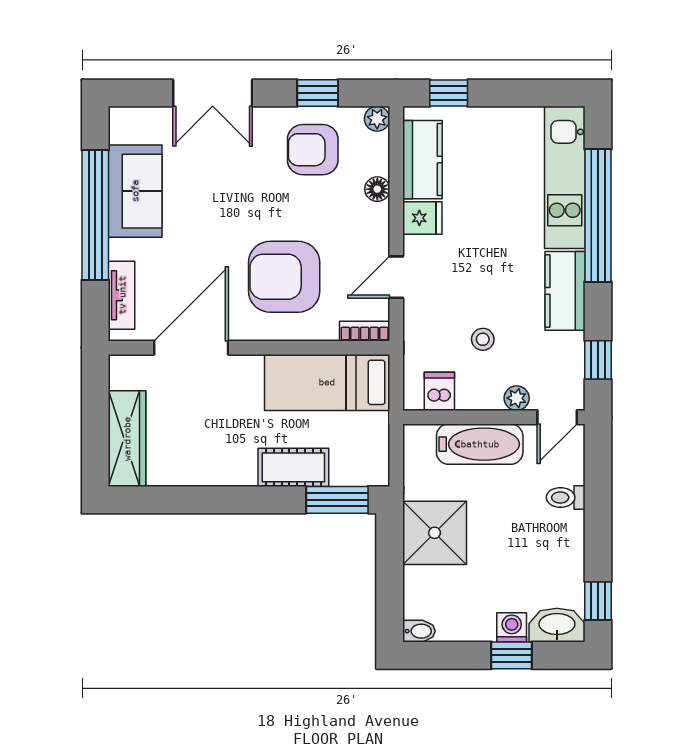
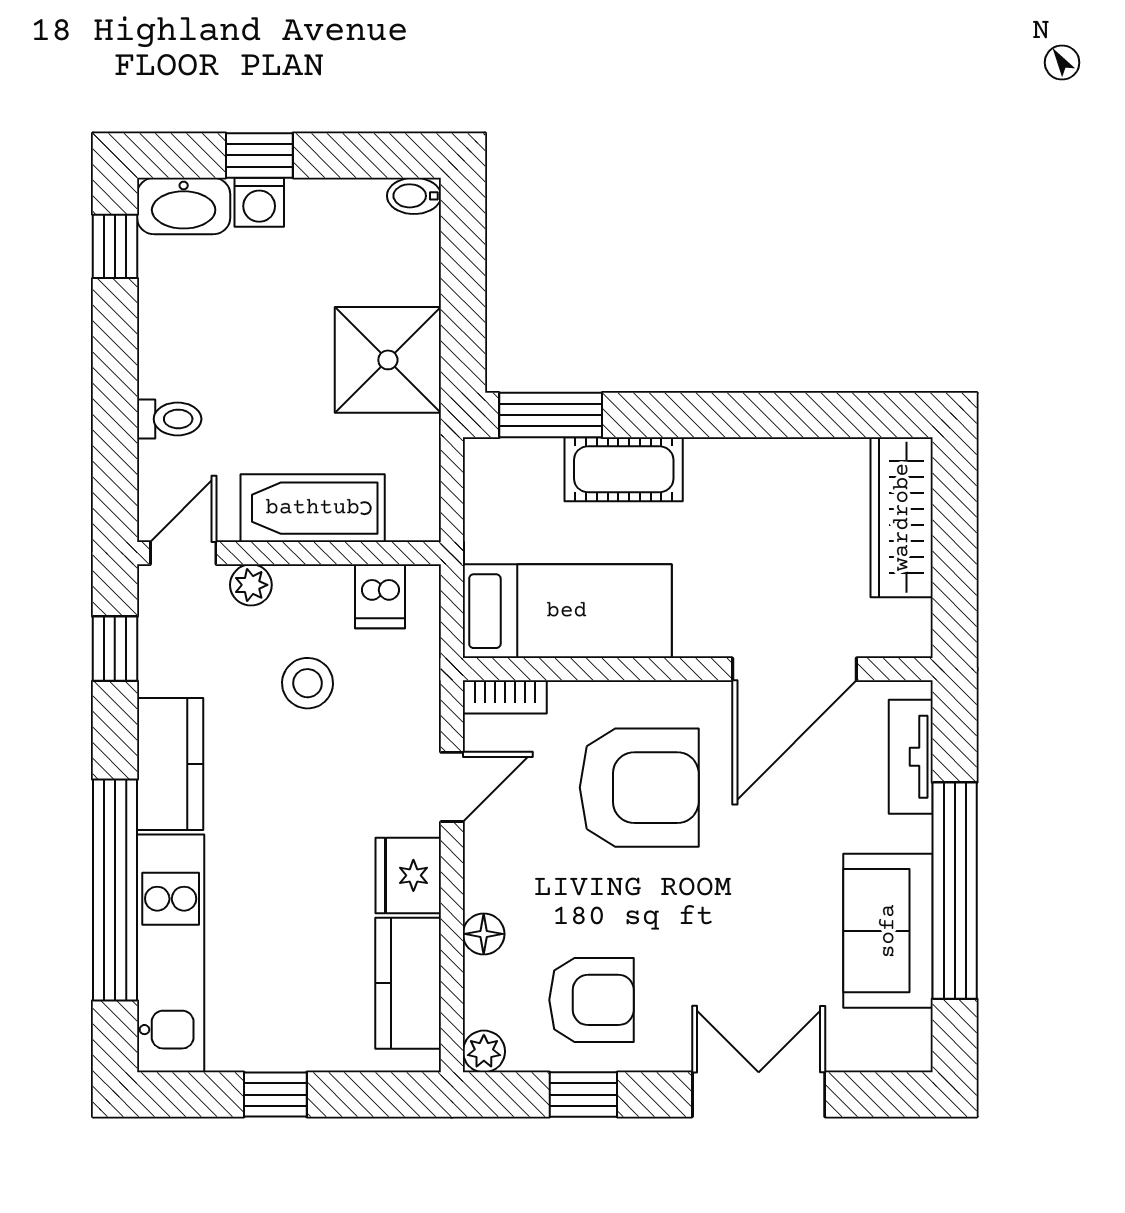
window: (449, 93) -> (275, 1095), moved
fridge: (422, 218) -> (408, 875), width x1.38
stool: (483, 339) -> (307, 683), width x1.37, depth x1.37

